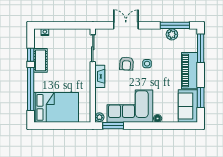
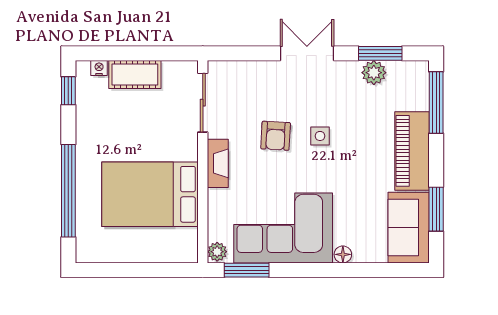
double door: (126, 25) -> (307, 53), moved
window: (175, 25) -> (380, 53), width x0.69
window: (31, 55) -> (68, 91), moved
cot: (40, 60) -> (135, 75), moved, turned 90
bed: (56, 107) -> (150, 194), moved, turned 180

